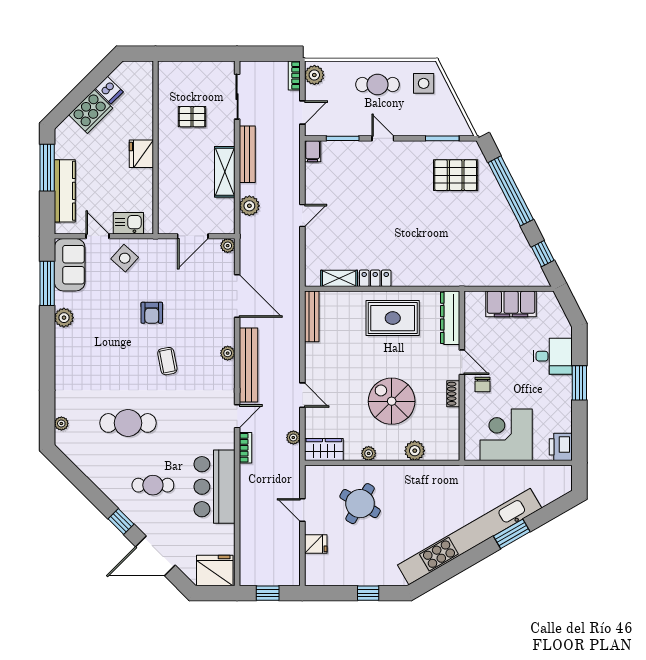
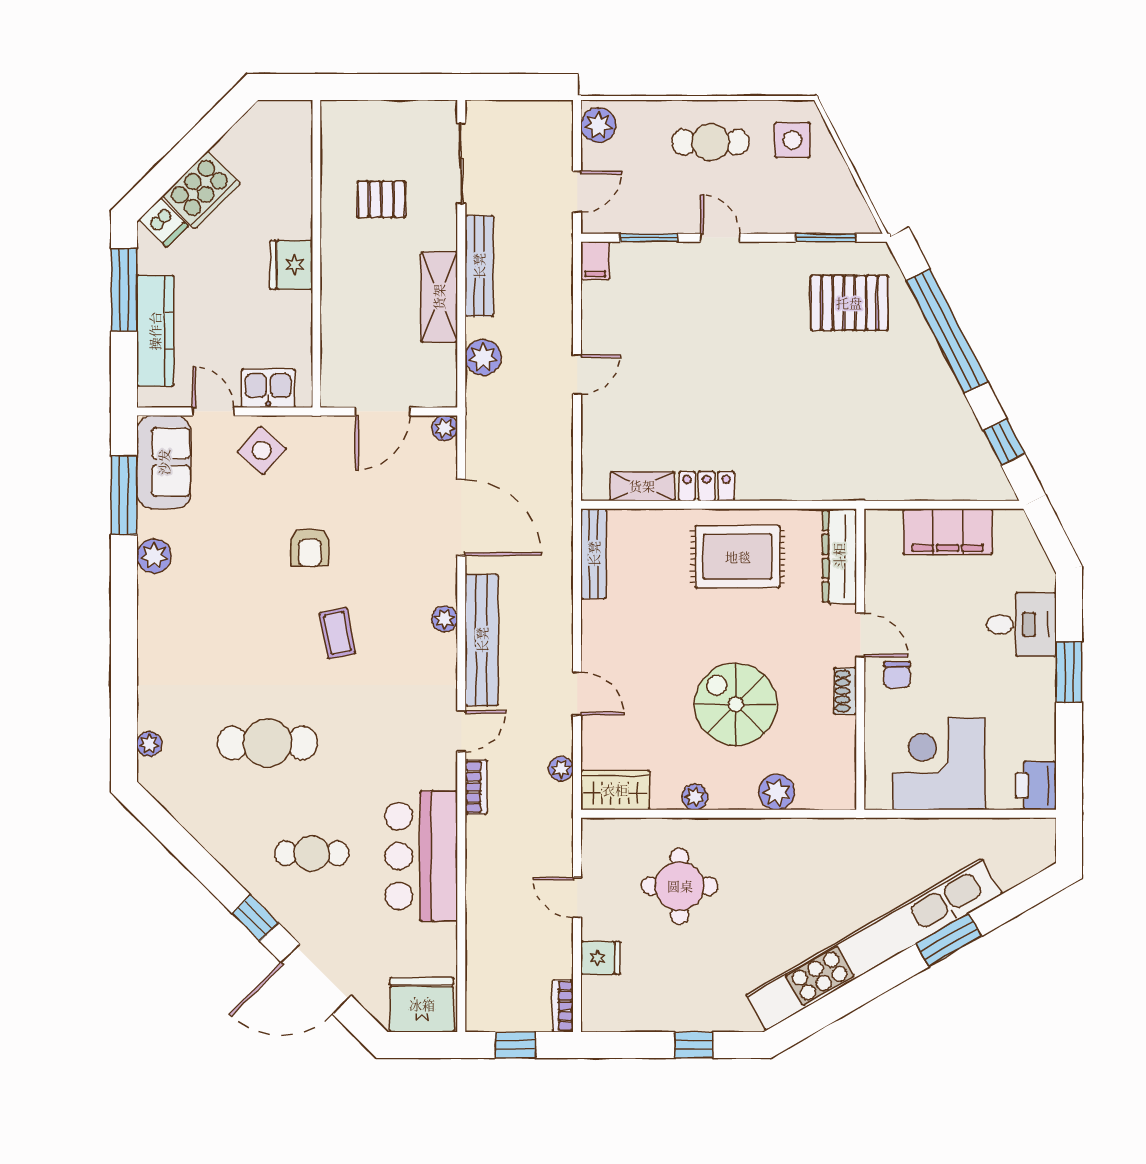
bookcase: (294, 75) -> (563, 1006), moved
dishwasher: (109, 90) -> (163, 223), moved
round table: (360, 504) -> (680, 886), turned -30

